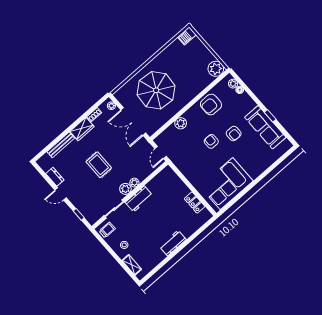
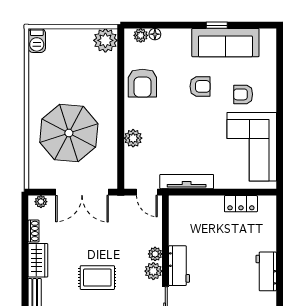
armchair: (211, 141) -> (243, 94), moved
tv unit: (182, 167) -> (187, 182), added

